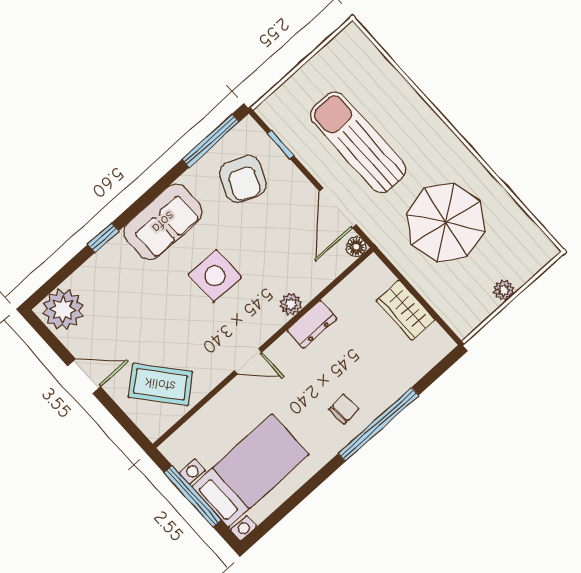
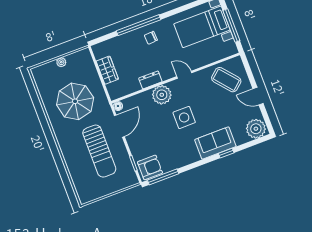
armchair: (243, 179) -> (150, 167), moved, turned 67
sofa: (163, 222) -> (215, 143), moved
plant: (291, 304) -> (162, 95), width x1.88, depth x1.88

